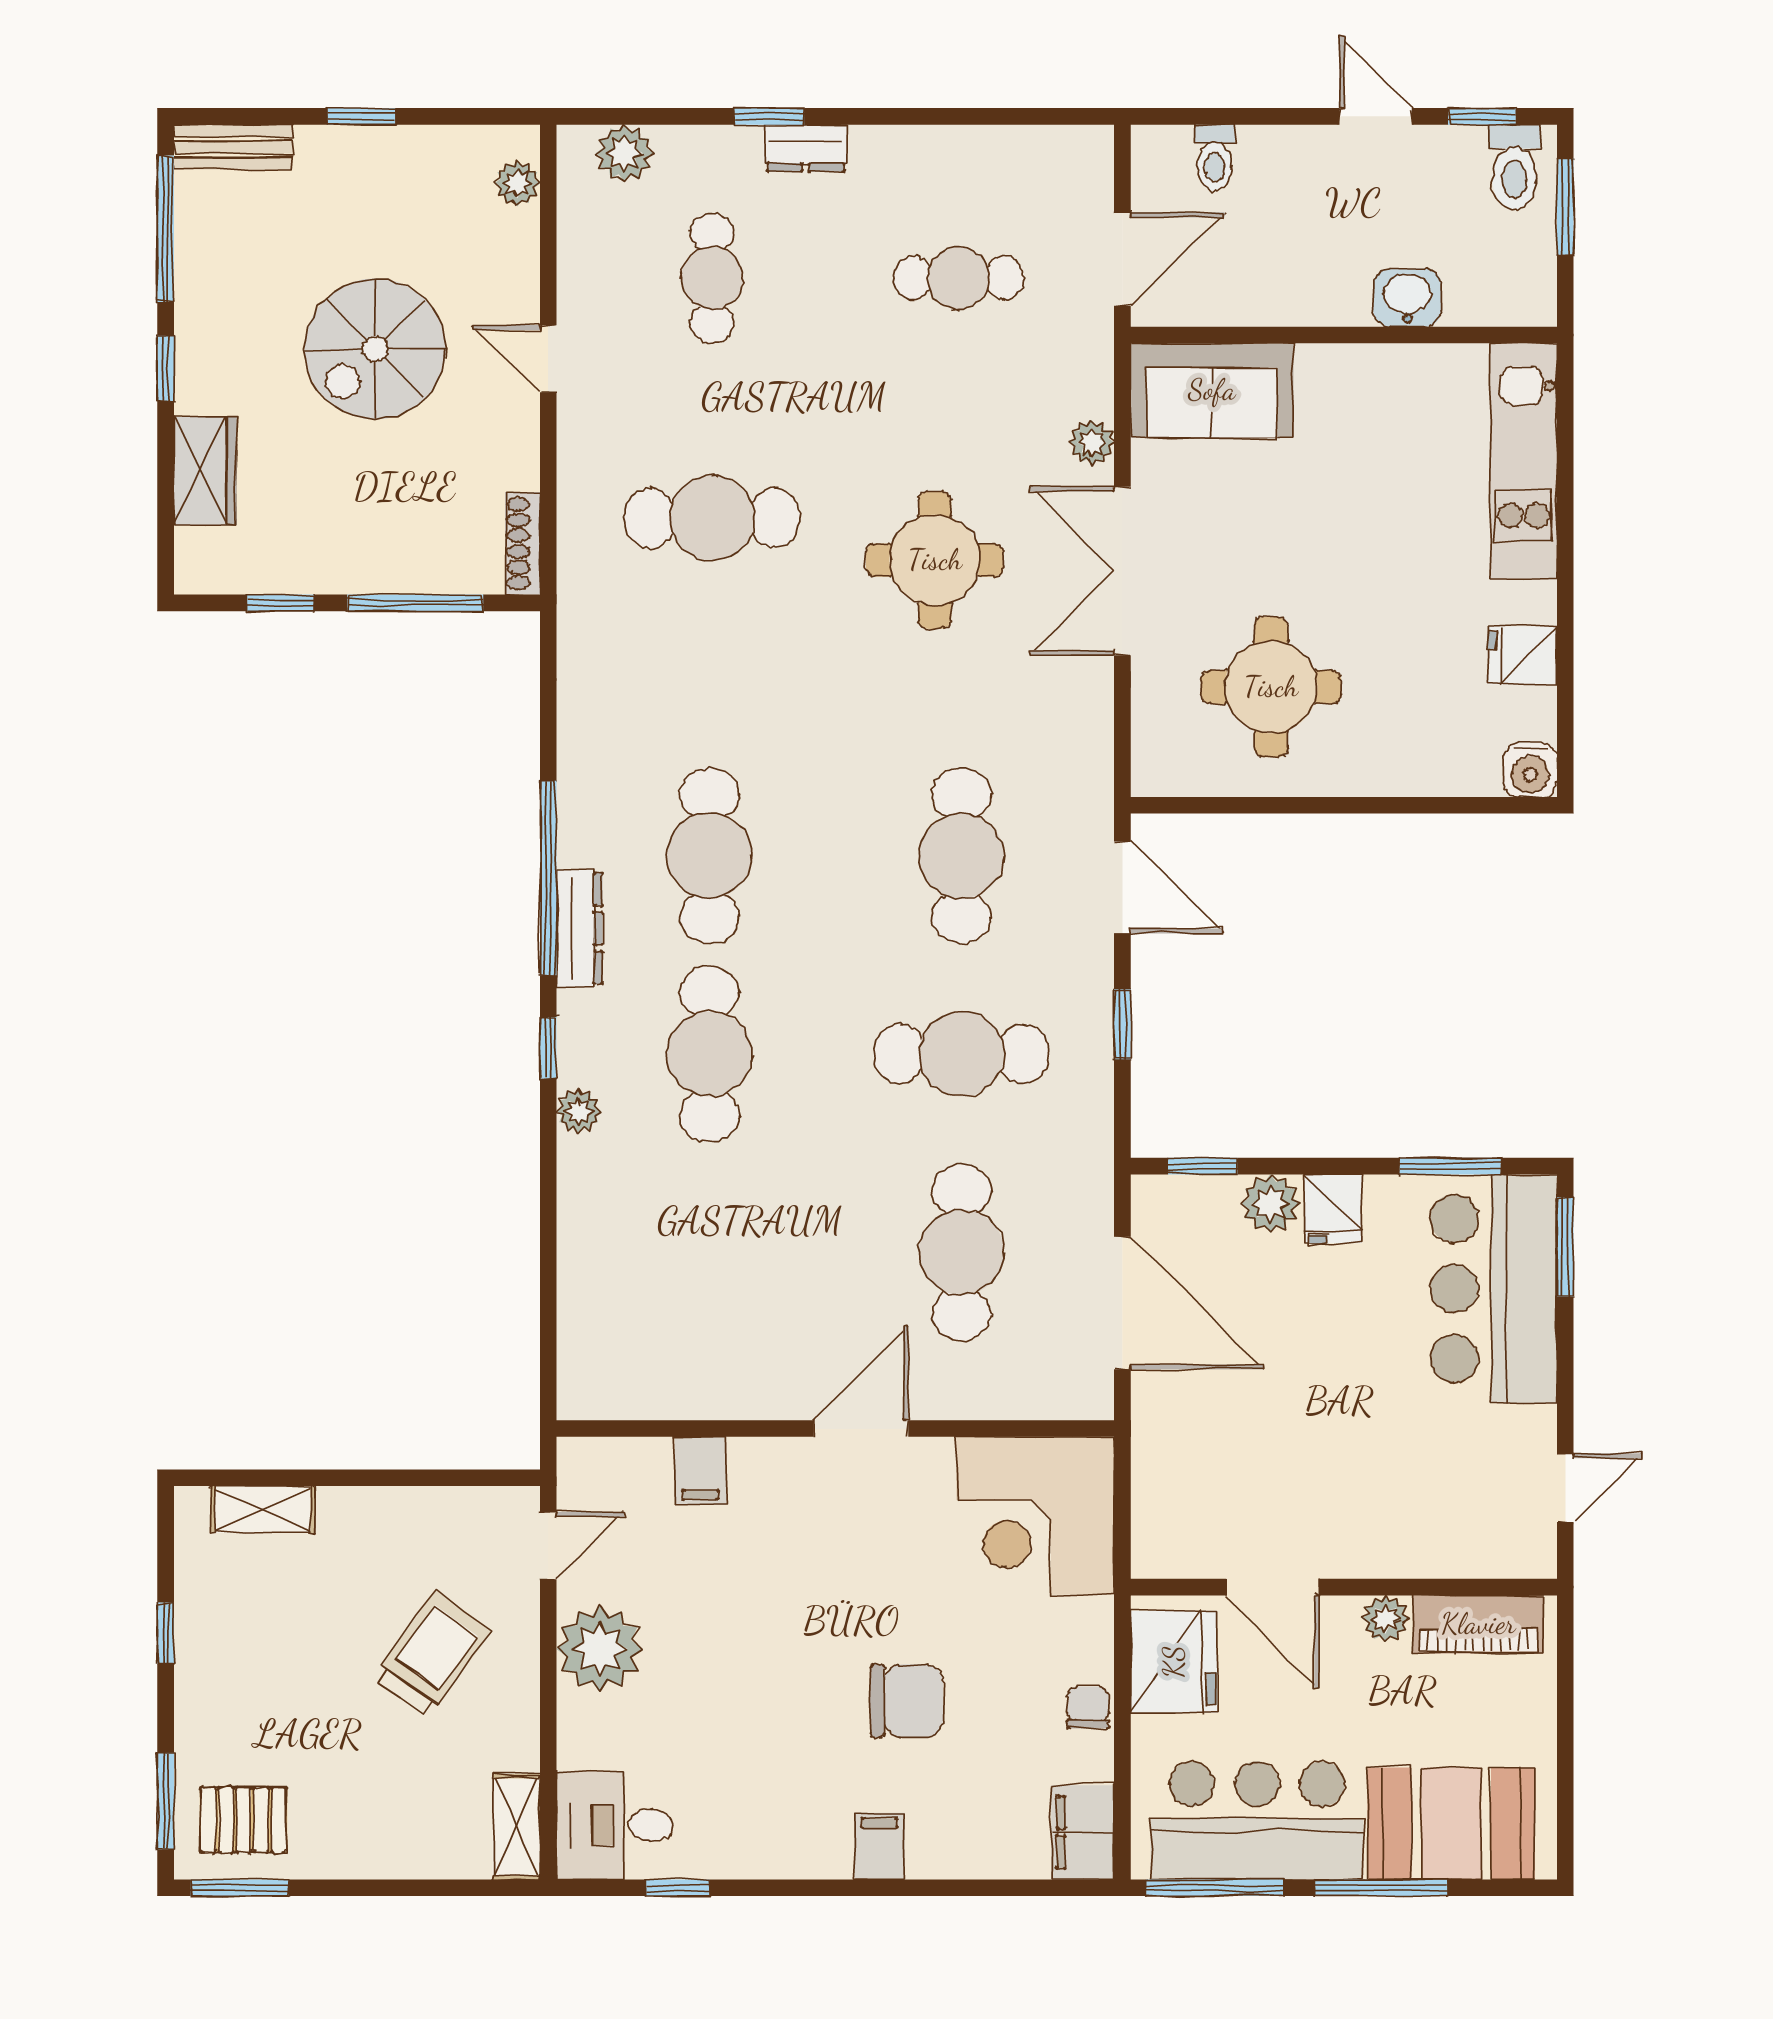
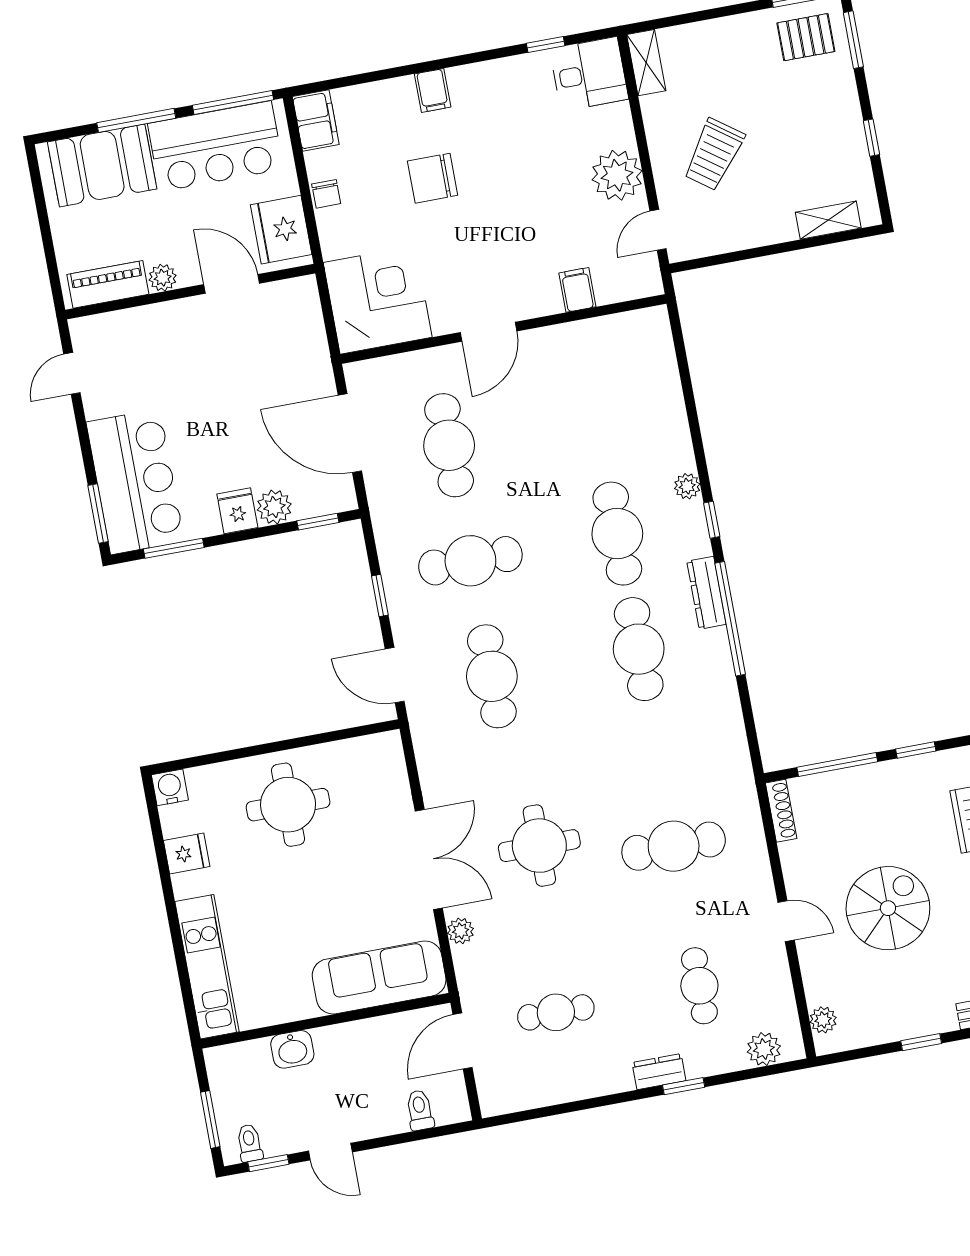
toilet: (1514, 167) -> (250, 1143), width x0.73, depth x0.72
sofa: (1212, 390) -> (379, 978), width x1.36
round table: (1271, 687) -> (288, 805), moved

